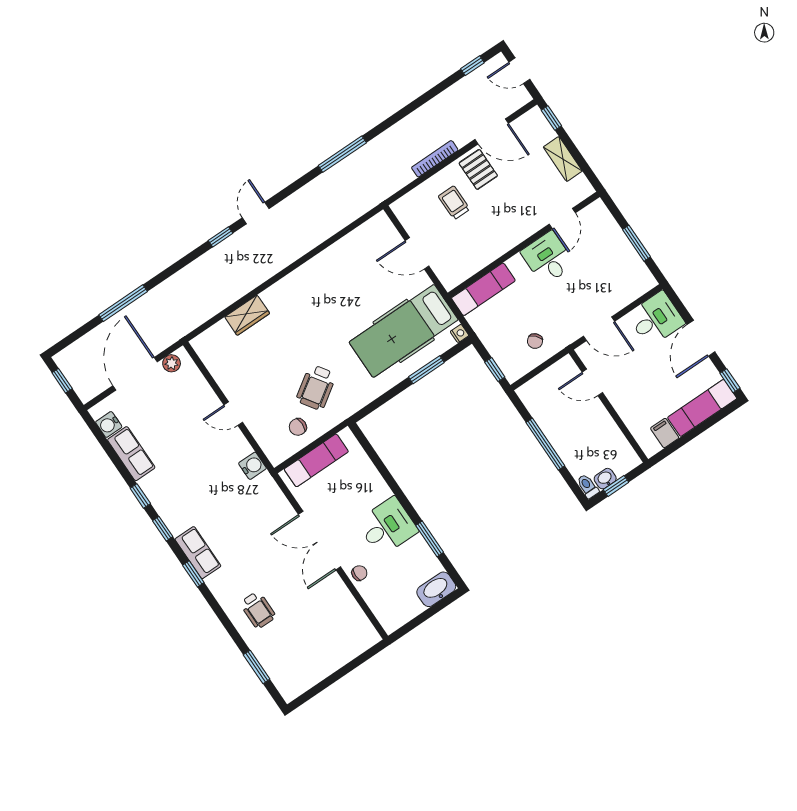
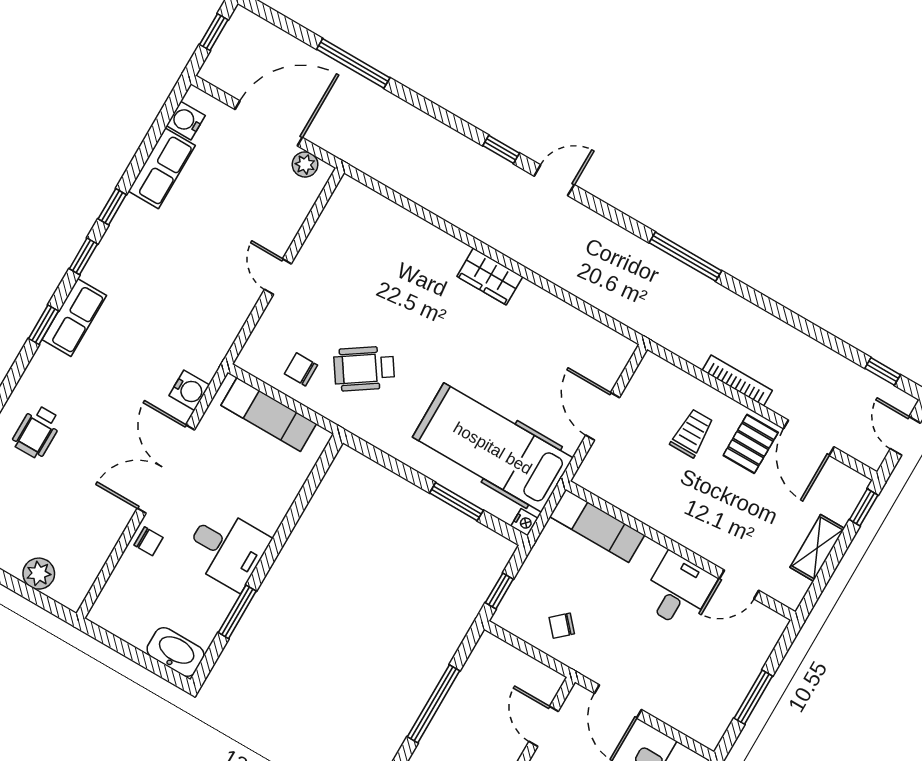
wardrobe: (247, 315) -> (490, 277), moved
water cooler: (252, 466) -> (189, 390), moved
plant: (347, 651) -> (39, 574), added

